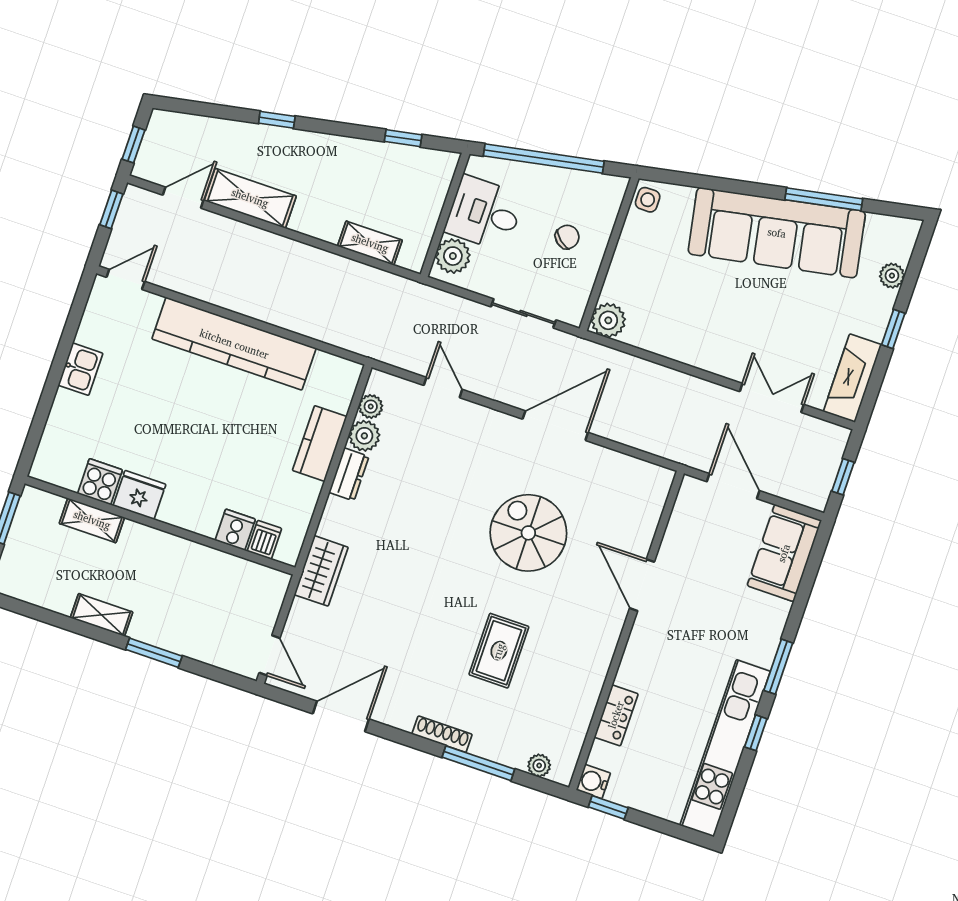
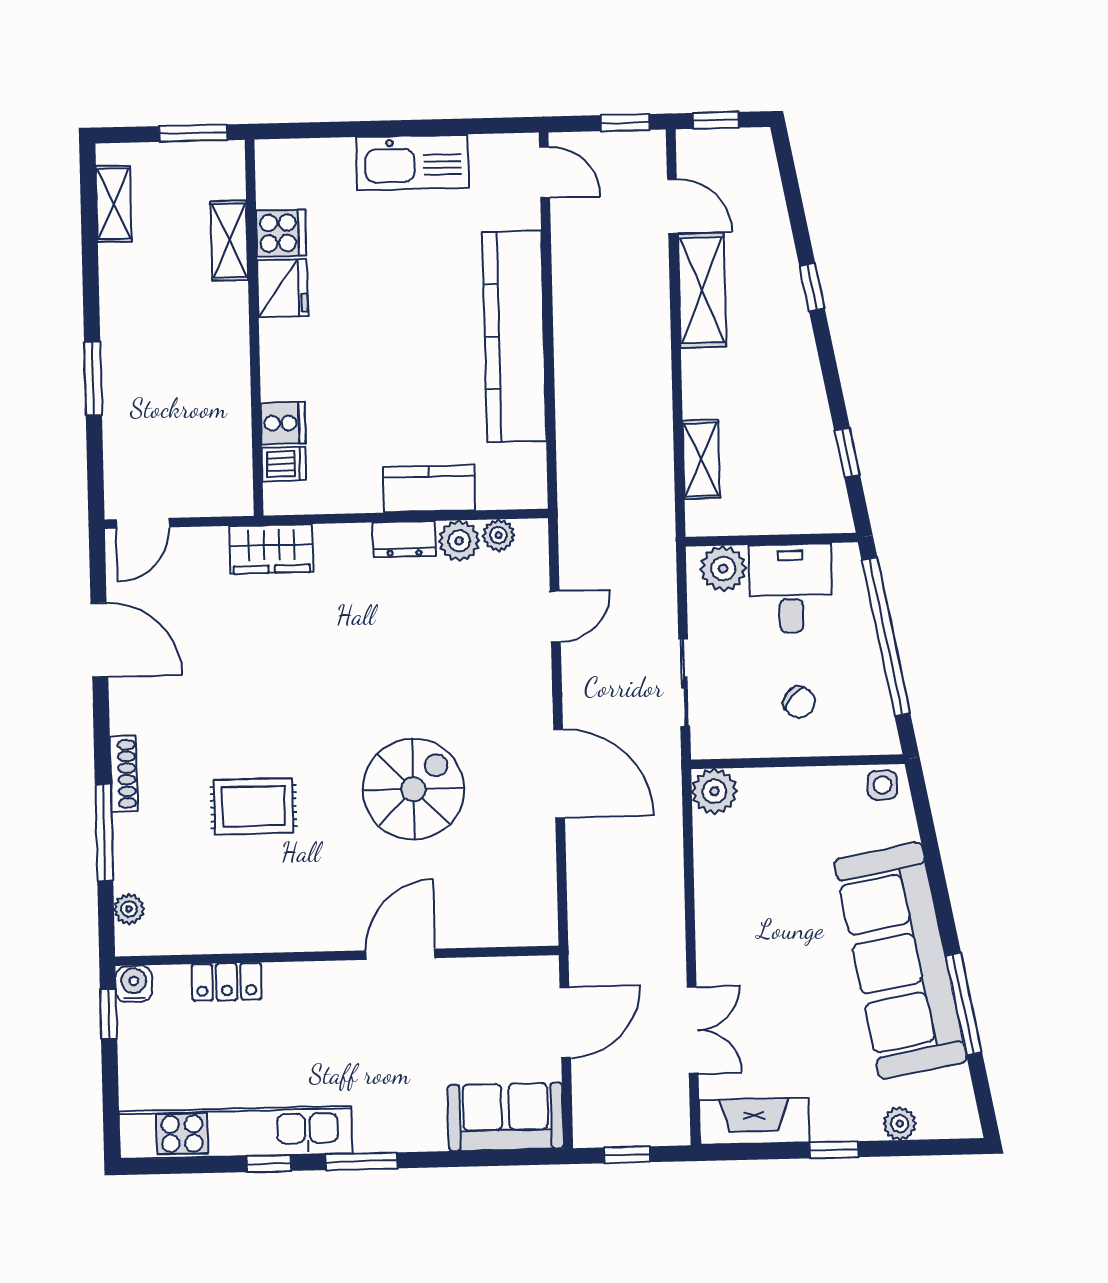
kitchen sink: (81, 369) -> (412, 162), width x1.88, depth x1.24
shelving: (102, 615) -> (114, 204), moved

